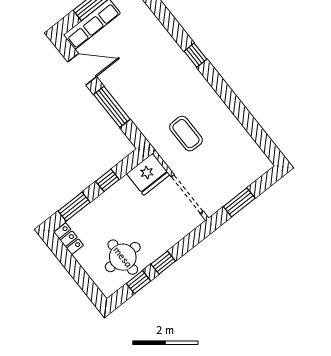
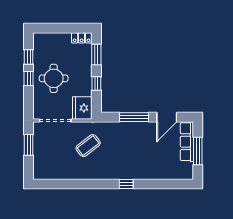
coffee table: (186, 134) -> (88, 146), turned -38
round table: (123, 257) -> (54, 78), moved

